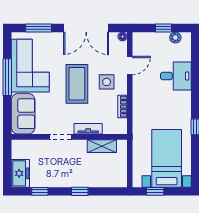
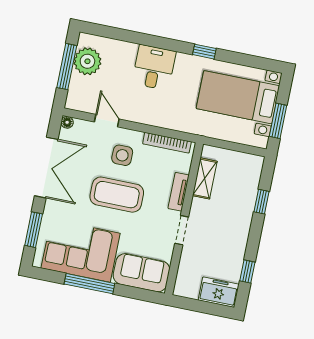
window: (164, 28) -> (67, 67), width x2.17
plant: (175, 38) -> (87, 61), width x1.87, depth x1.87
desk: (176, 76) -> (154, 67), moved
bookcase: (122, 107) -> (167, 143), width x1.56
window: (80, 191) -> (262, 202), moved
window: (155, 191) -> (278, 121), width x1.50

